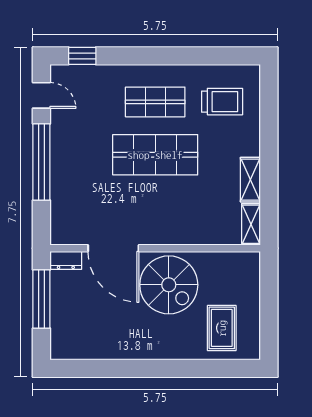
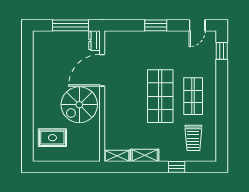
window: (269, 129) -> (177, 167), added
window: (41, 162) -> (156, 25), width x0.47

